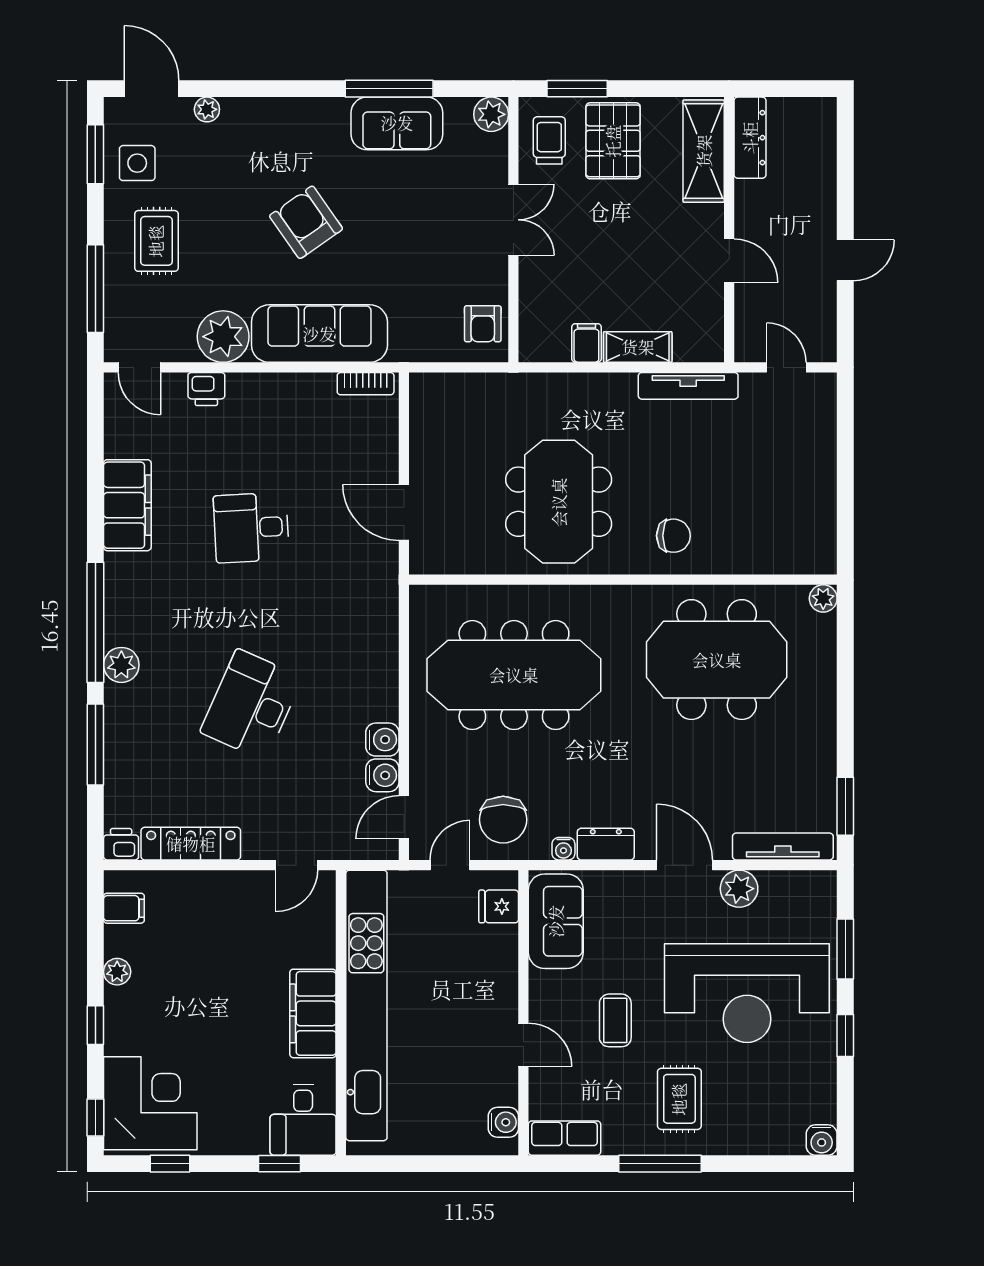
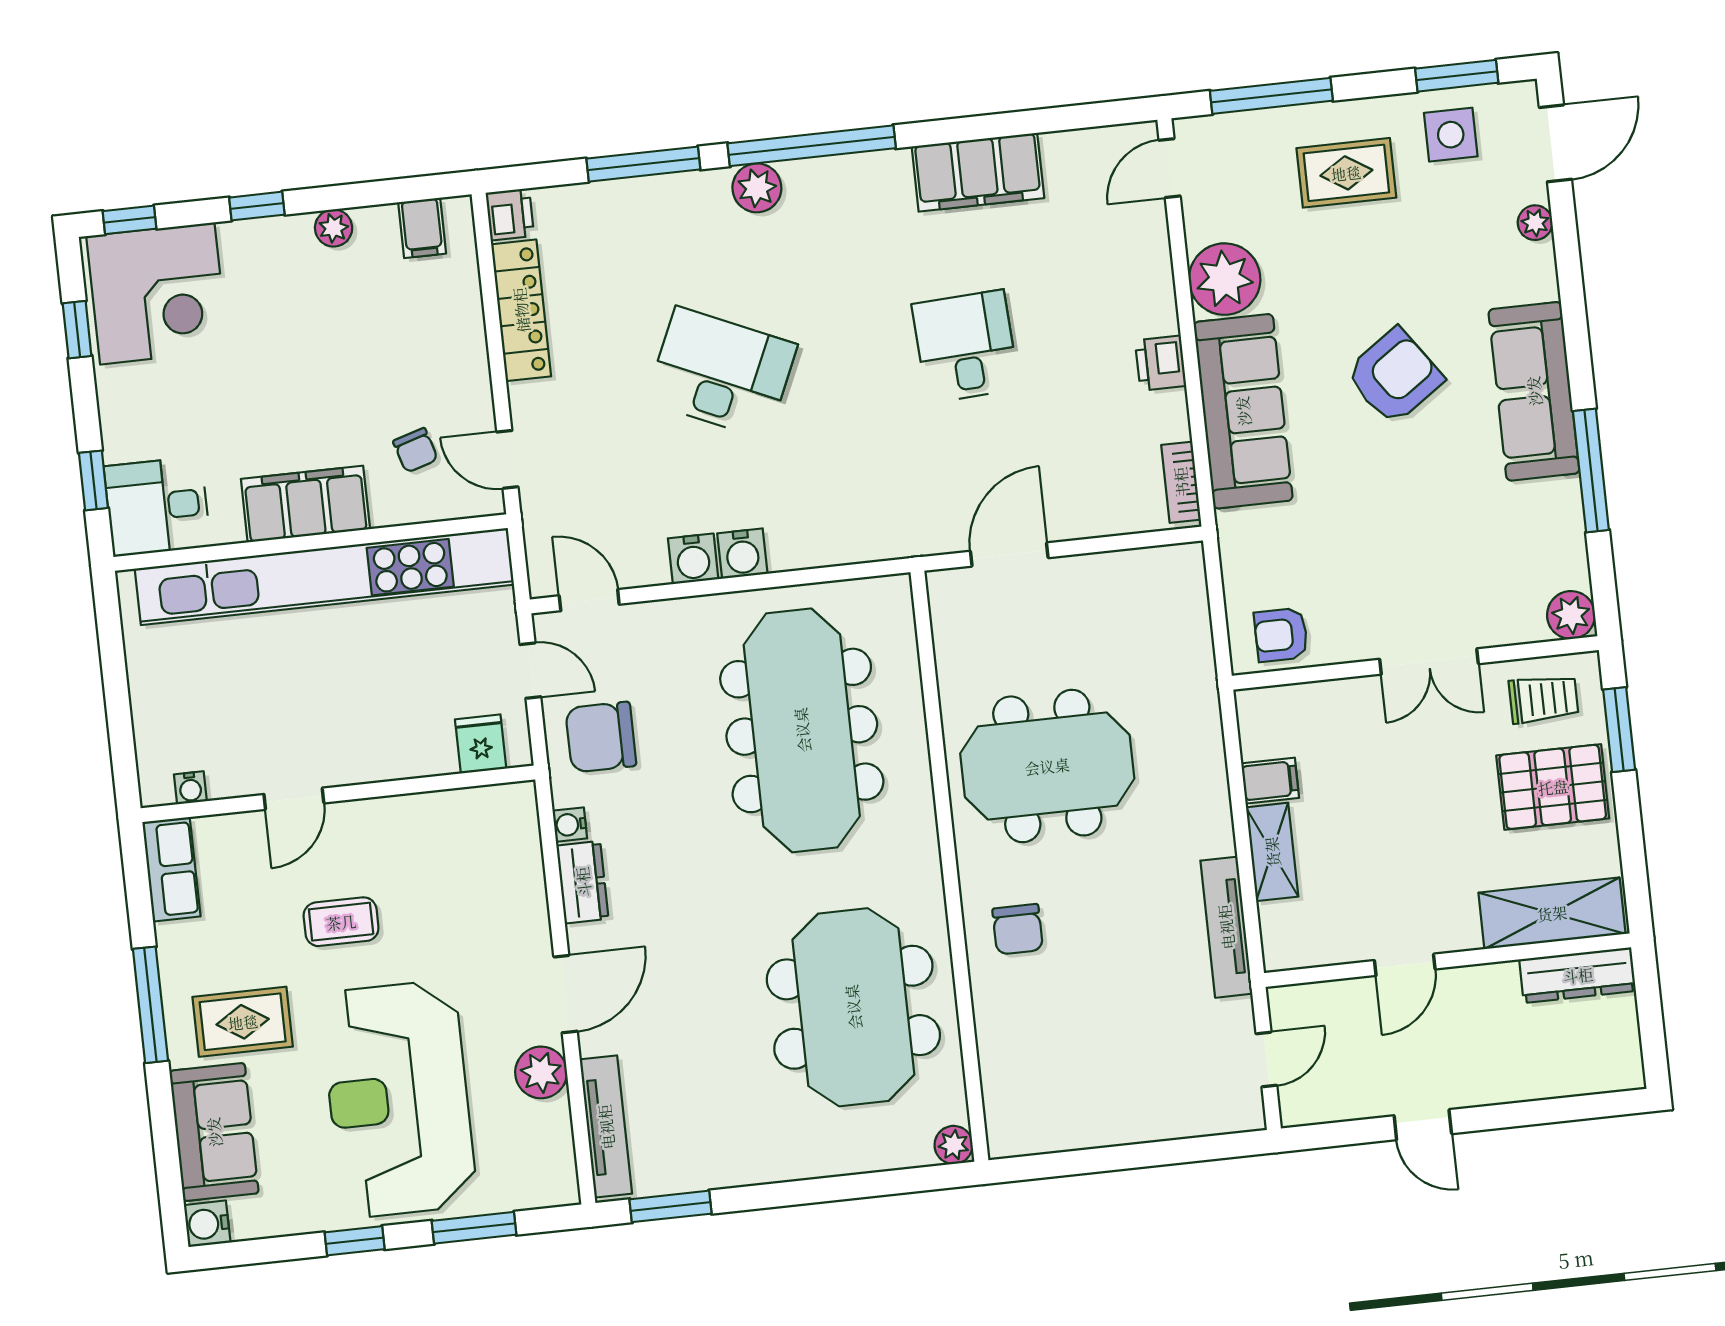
sofa: (397, 123) -> (1534, 391), moved, width x1.36
printer: (206, 389) -> (1161, 363), moved
water cooler: (382, 775) -> (742, 554), moved
sofa: (556, 921) -> (214, 1132), moved, turned -90
chair: (283, 930) -> (415, 450), added
water cooler: (503, 1122) -> (190, 788), width x0.72, depth x0.72

